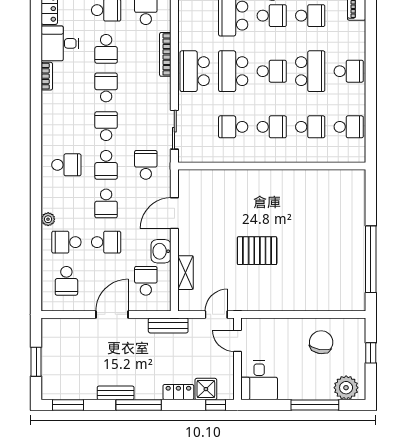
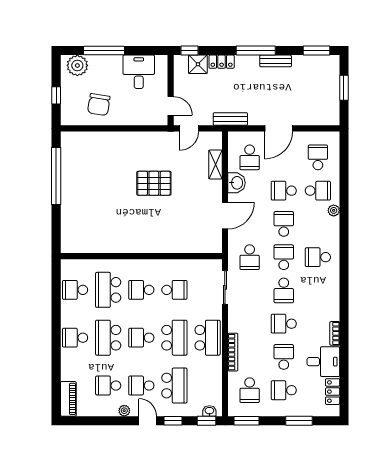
school desk: (106, 87) -> (284, 324), turned 90
school desk: (310, 127) -> (108, 290), width x1.85
desk: (259, 380) -> (139, 72), moved

